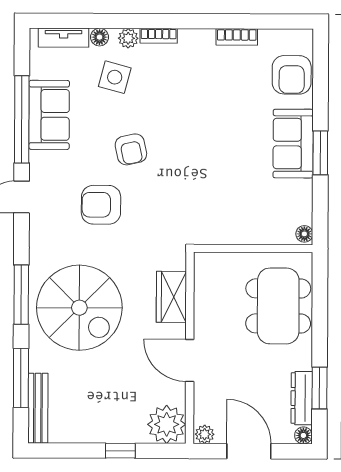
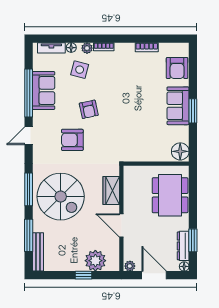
floor lamp: (304, 234) -> (180, 151), width x1.89, depth x1.89
plant: (167, 424) -> (95, 261), moved

